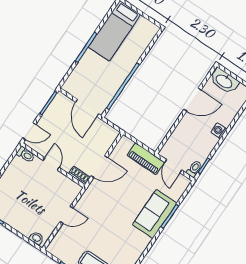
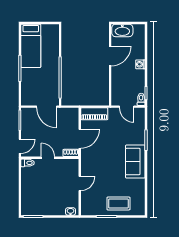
piano: (146, 159) -> (94, 114), moved
sofa: (155, 214) -> (135, 162), moved

